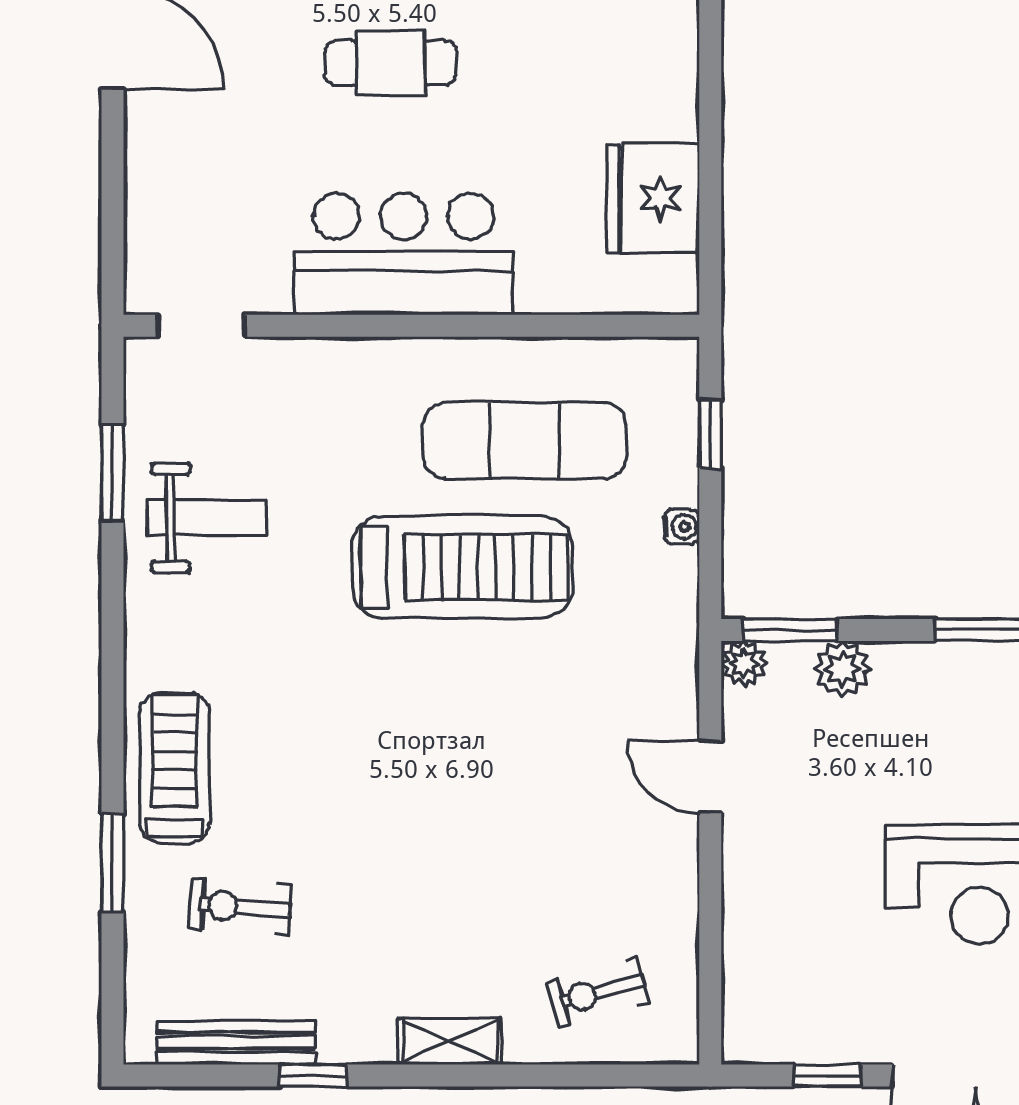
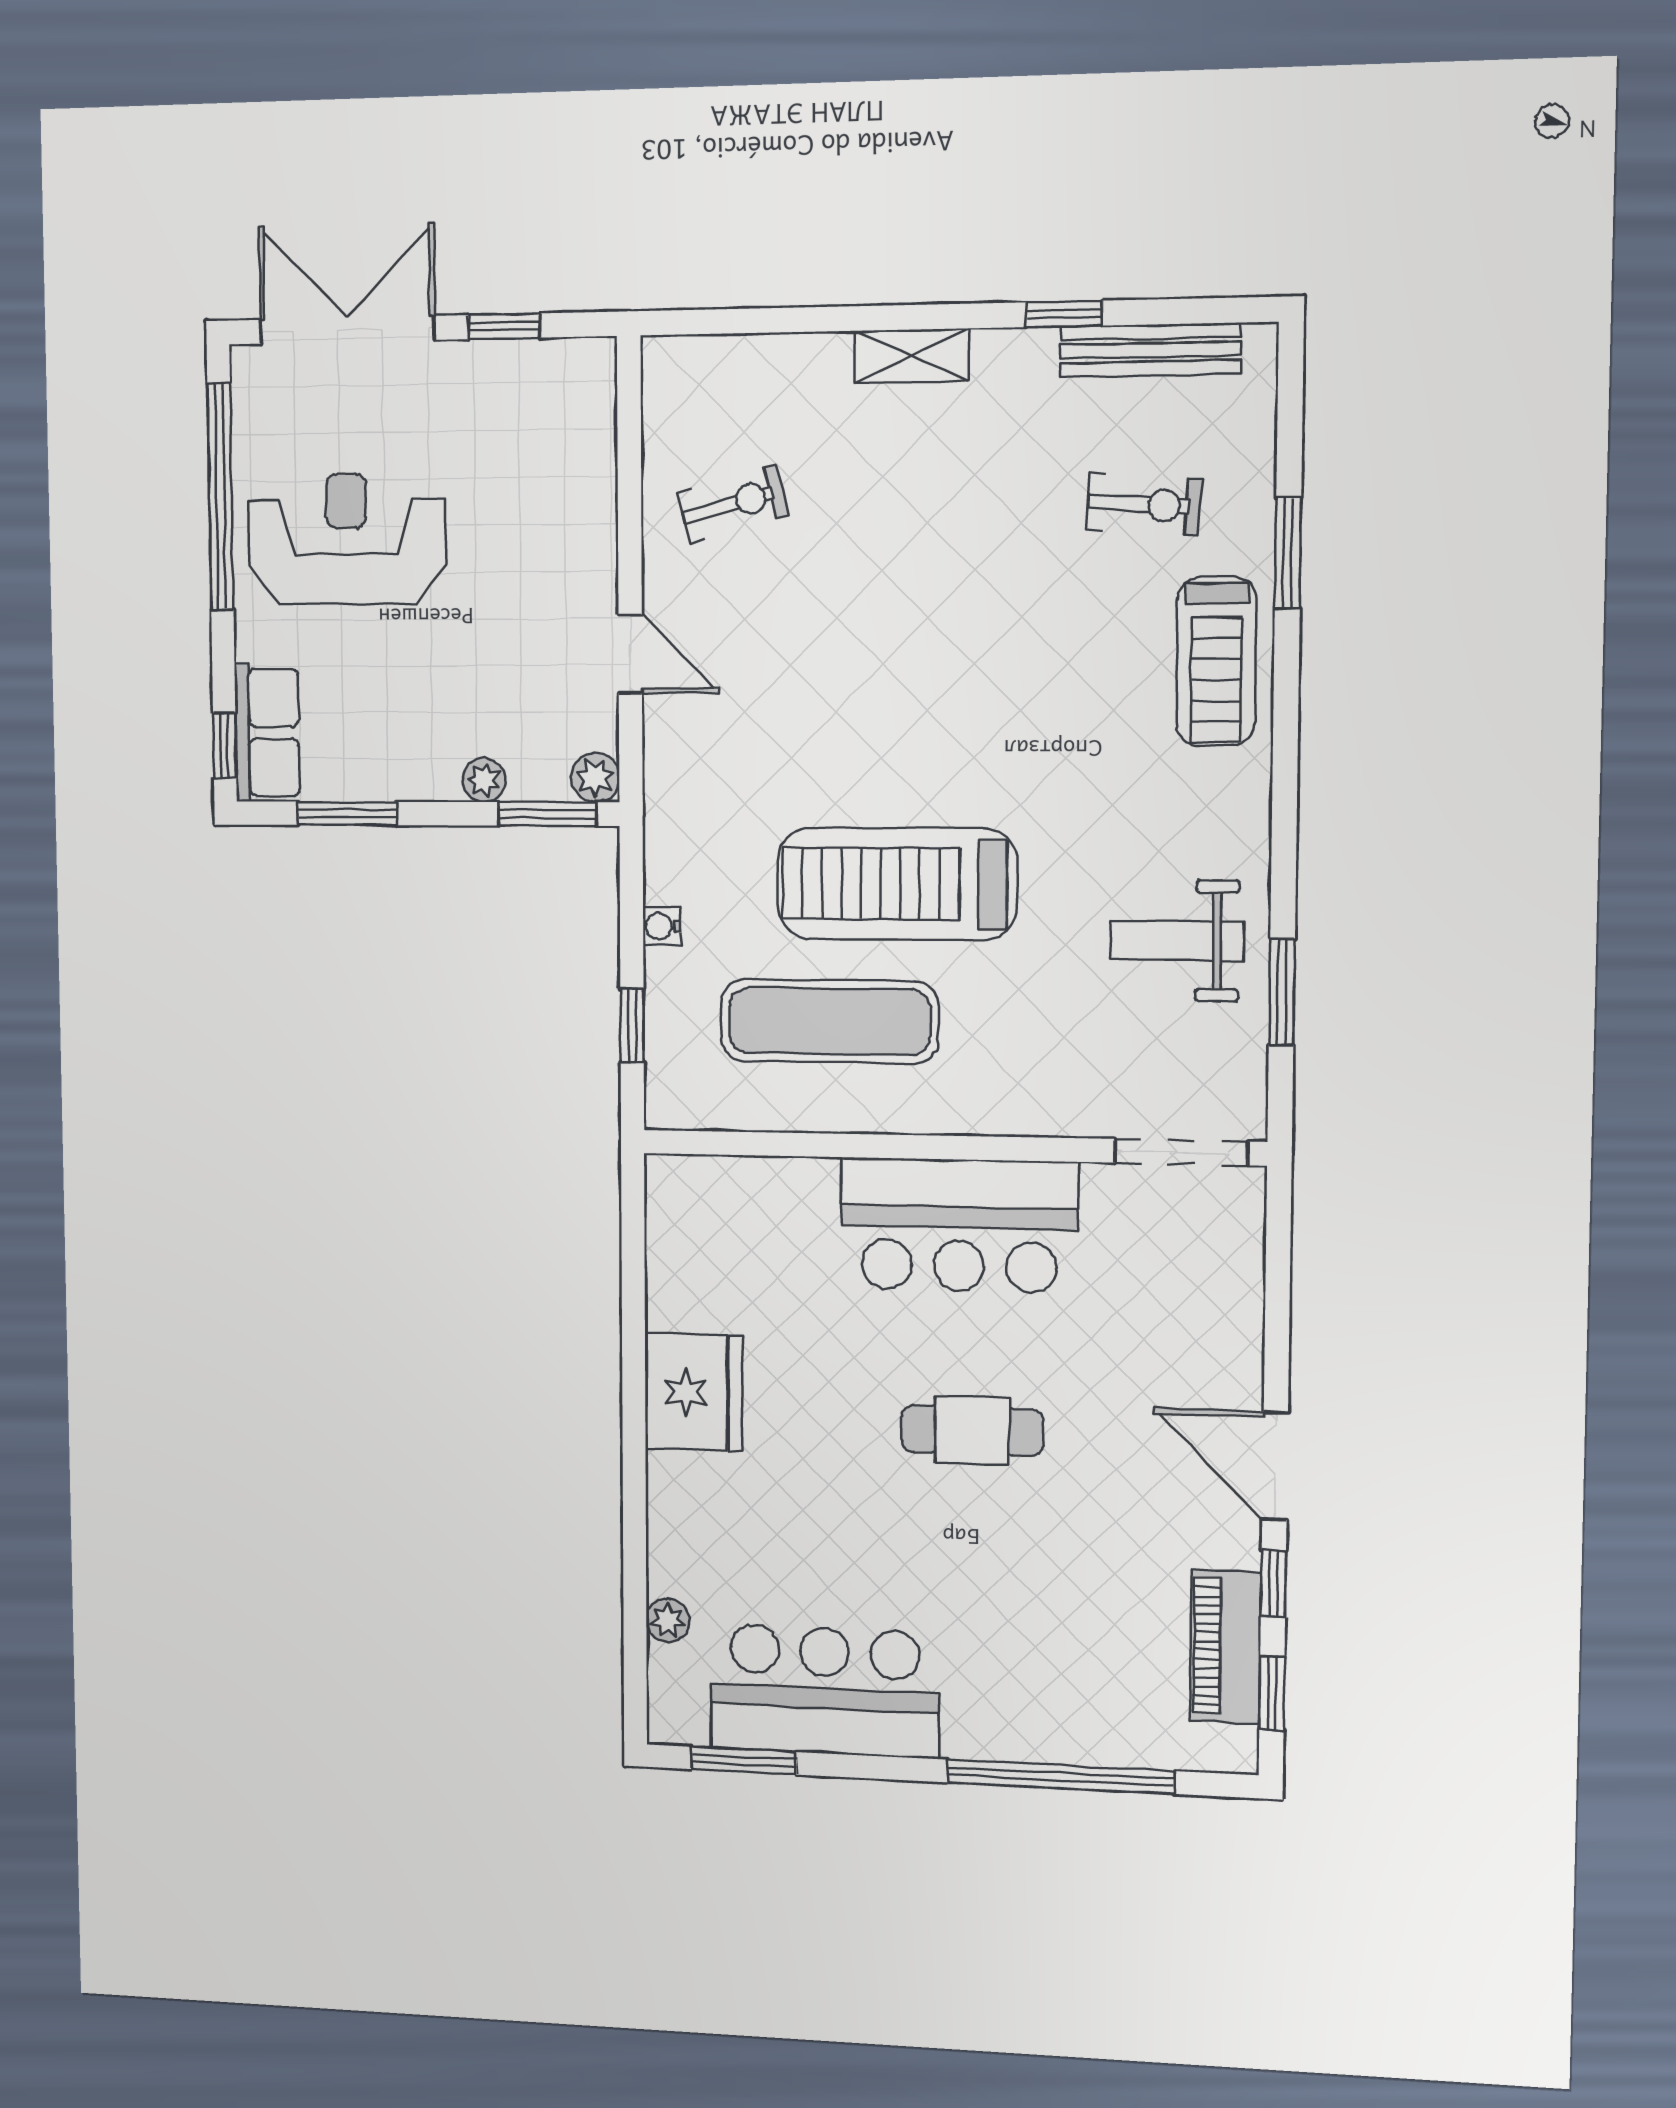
fridge: (653, 198) -> (694, 1392), moved
doorway: (201, 326) -> (1181, 1152), width x1.38
plant: (842, 669) -> (484, 780), width x0.73, depth x0.73
exercise bike: (599, 992) -> (733, 504), moved

